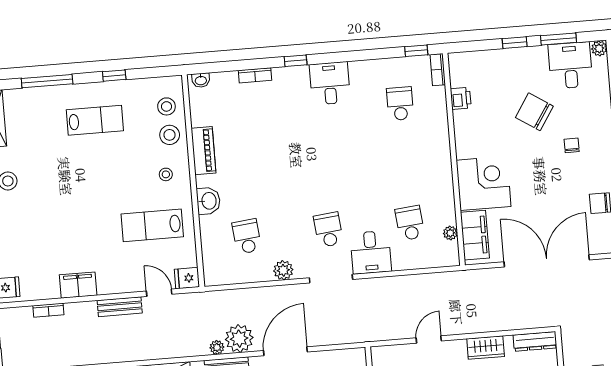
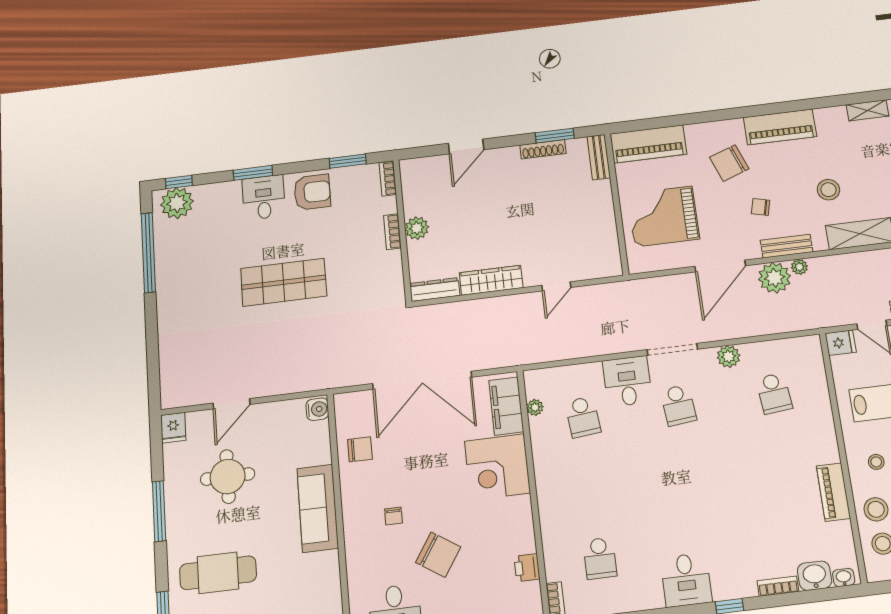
washbasin: (208, 201) -> (815, 576), moved, turned 90
wardrobe: (486, 348) -> (491, 280), width x1.50

